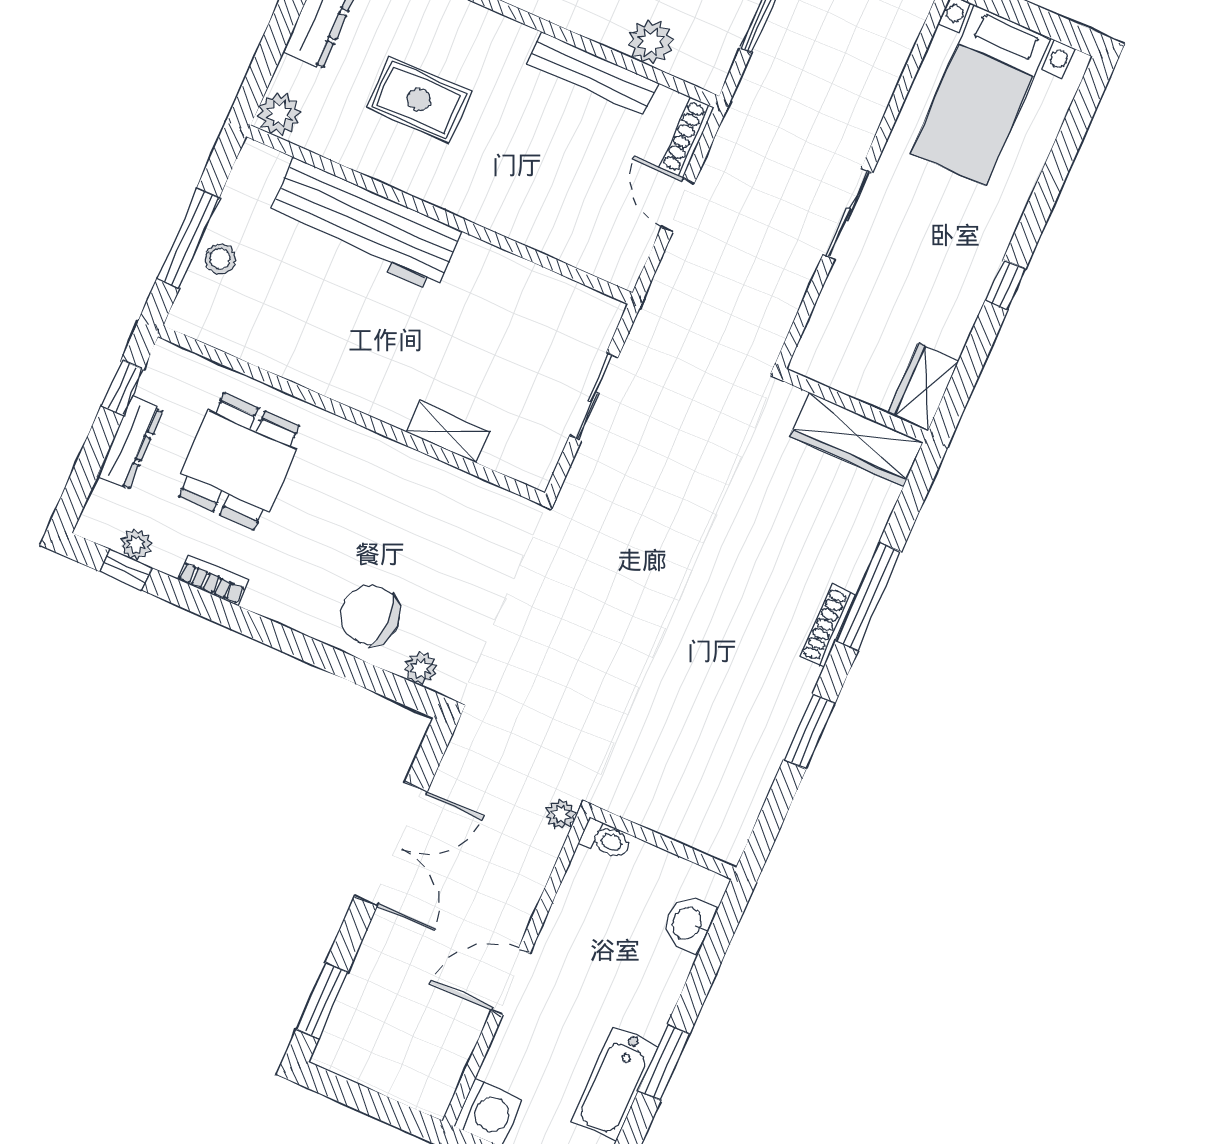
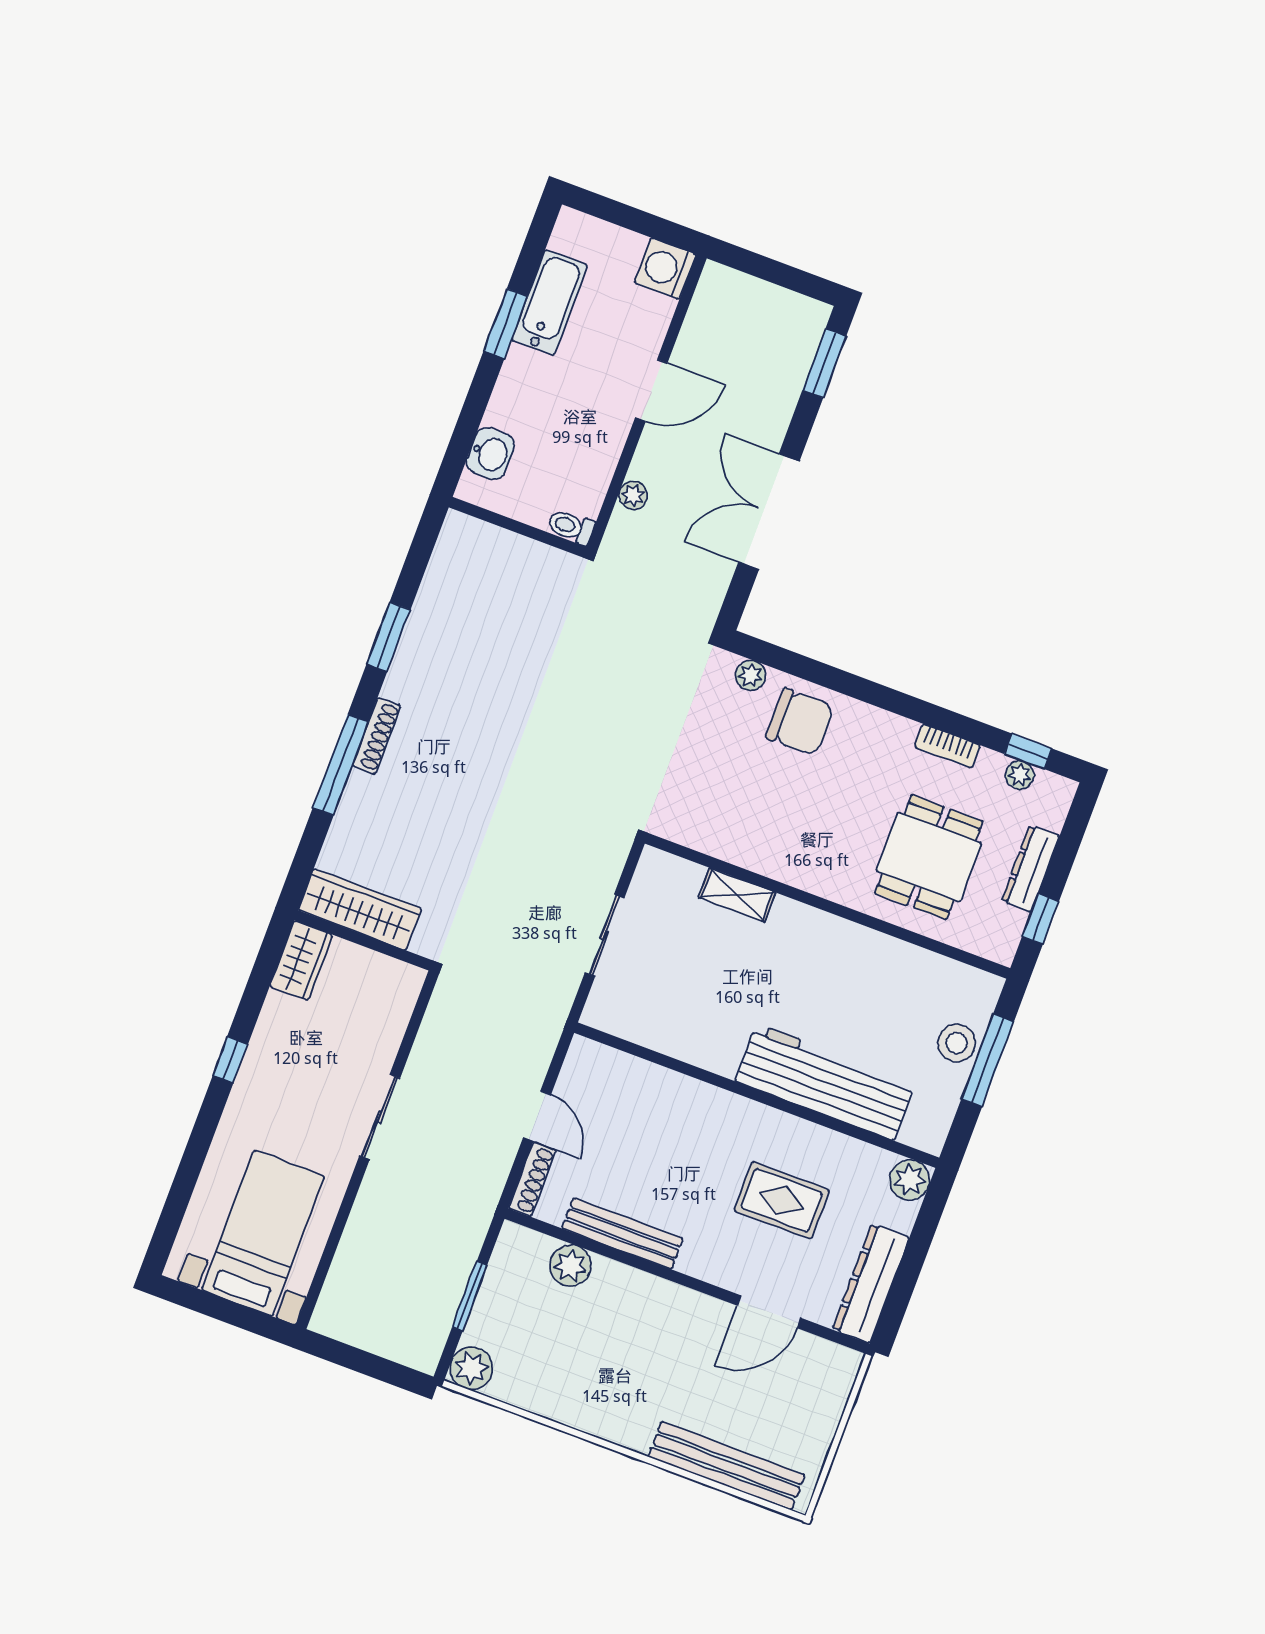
stool: (220, 259) -> (957, 1043), width x1.37, depth x1.37
plant: (561, 814) -> (633, 495), moved

